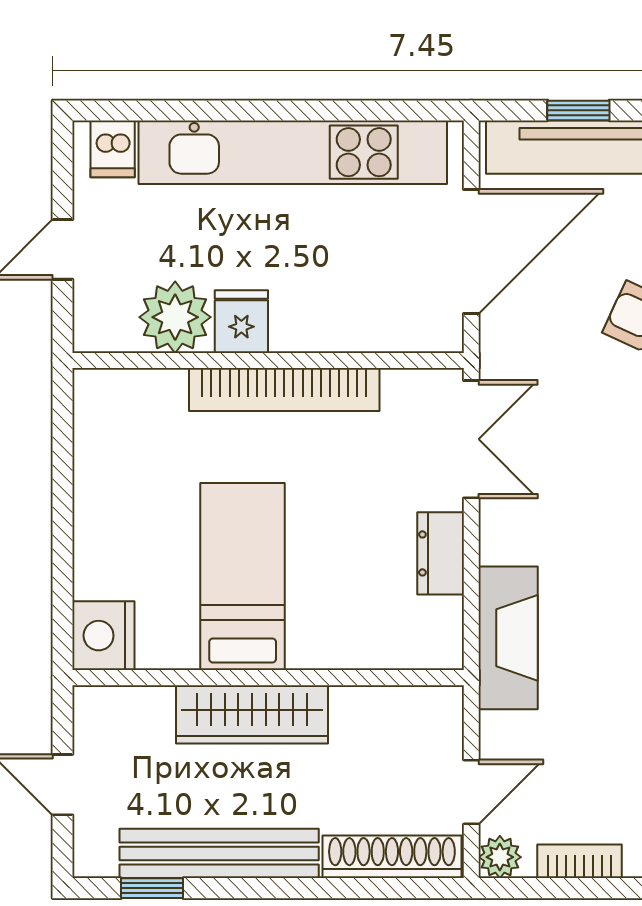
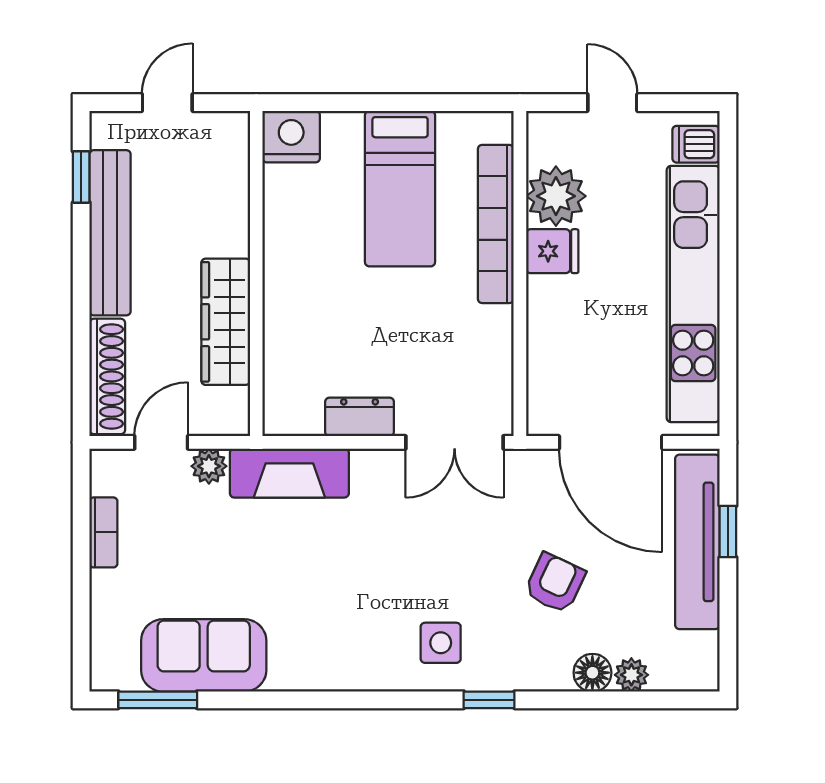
bookcase: (284, 390) -> (496, 224), moved
bed: (243, 577) -> (400, 189), moved, turned 90
wardrobe: (252, 714) -> (226, 322), moved
door: (471, 792) -> (161, 442), swing flipped
plant: (500, 857) -> (209, 466), moved

